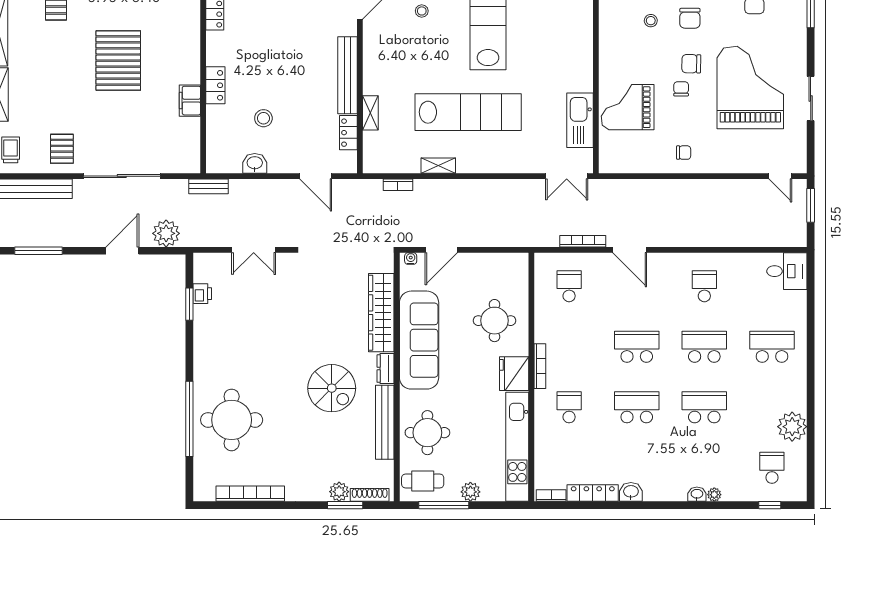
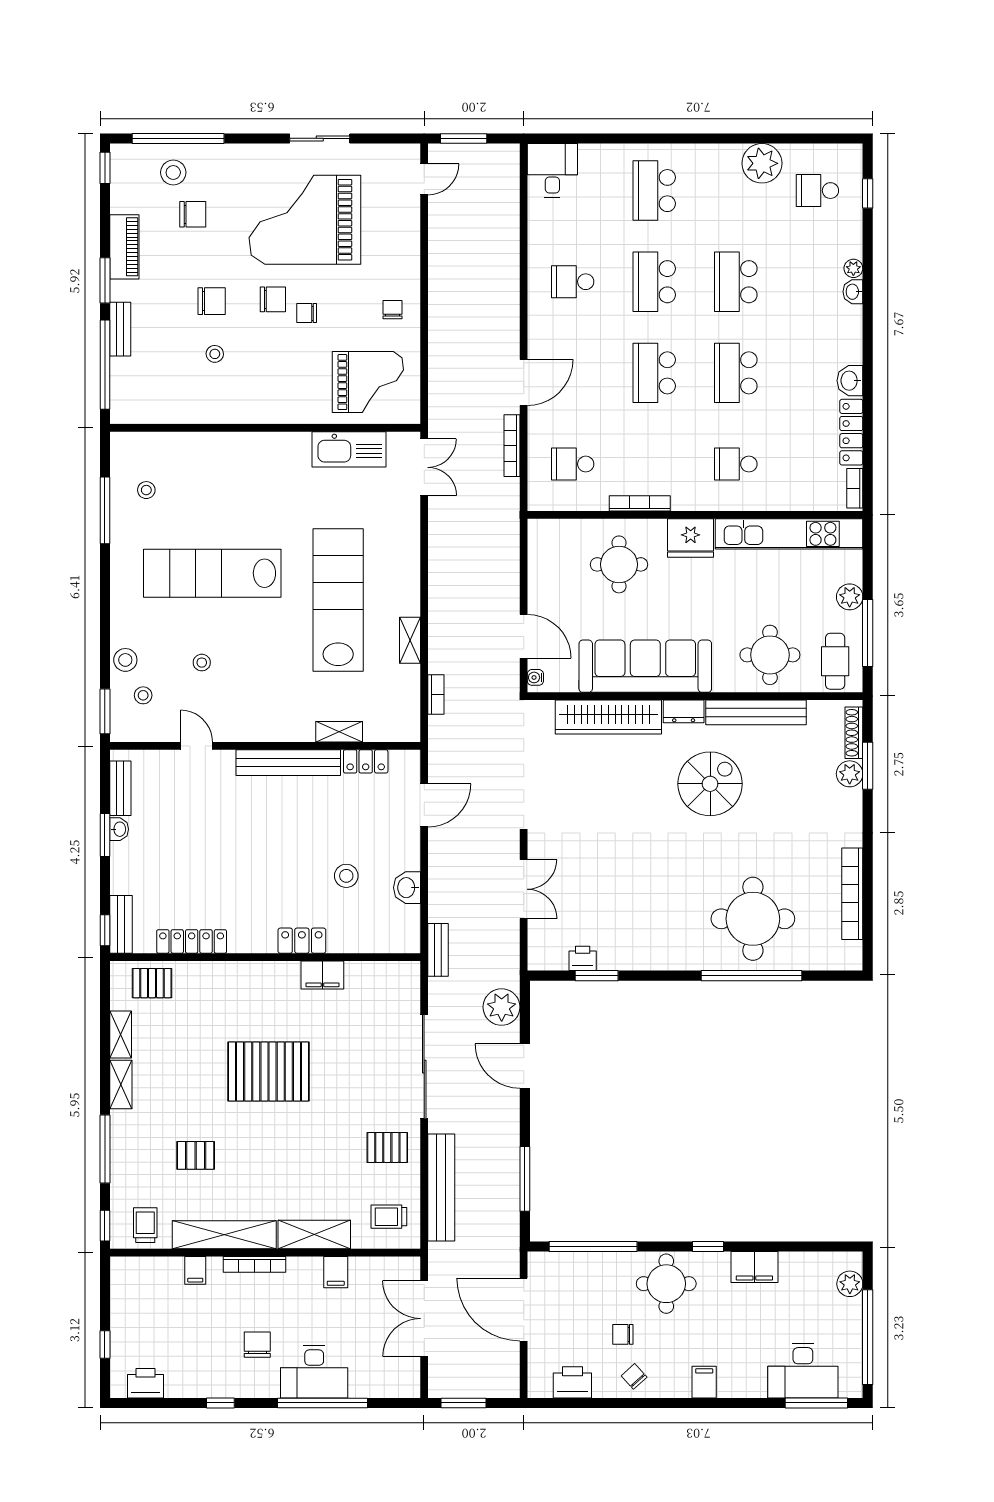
chair: (691, 64) -> (273, 299), turned -91
grand piano: (628, 107) -> (368, 382), moved, turned -90
bookcase: (540, 366) -> (640, 503), moved

